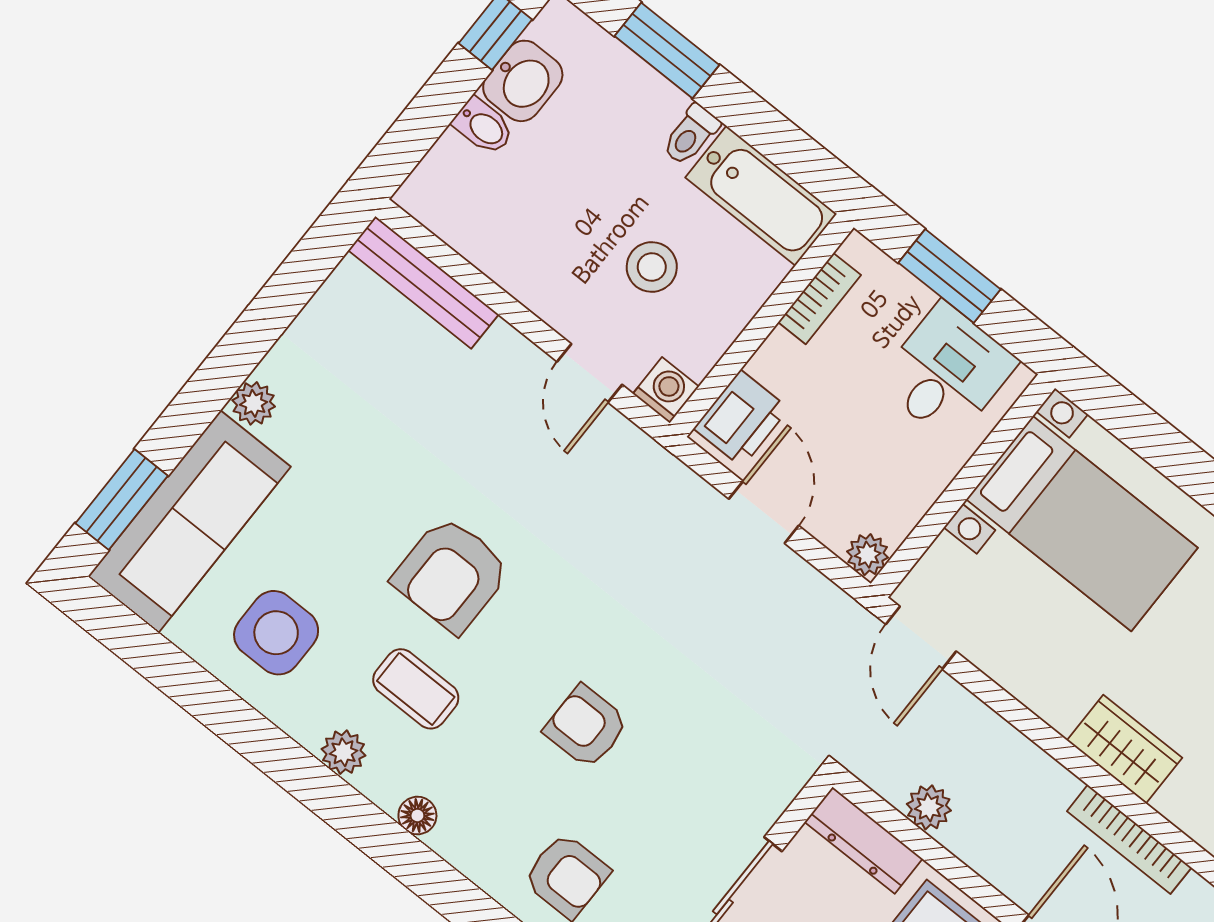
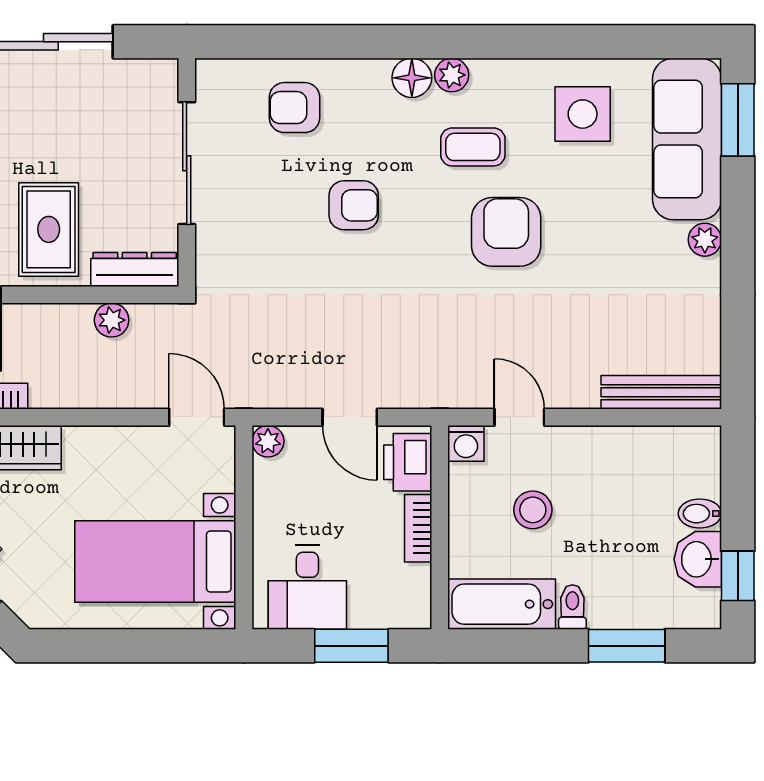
bookcase: (819, 299) -> (418, 528), moved
plant: (344, 752) -> (452, 75), moved
floor lamp: (417, 815) -> (412, 78), width x1.37, depth x1.37

